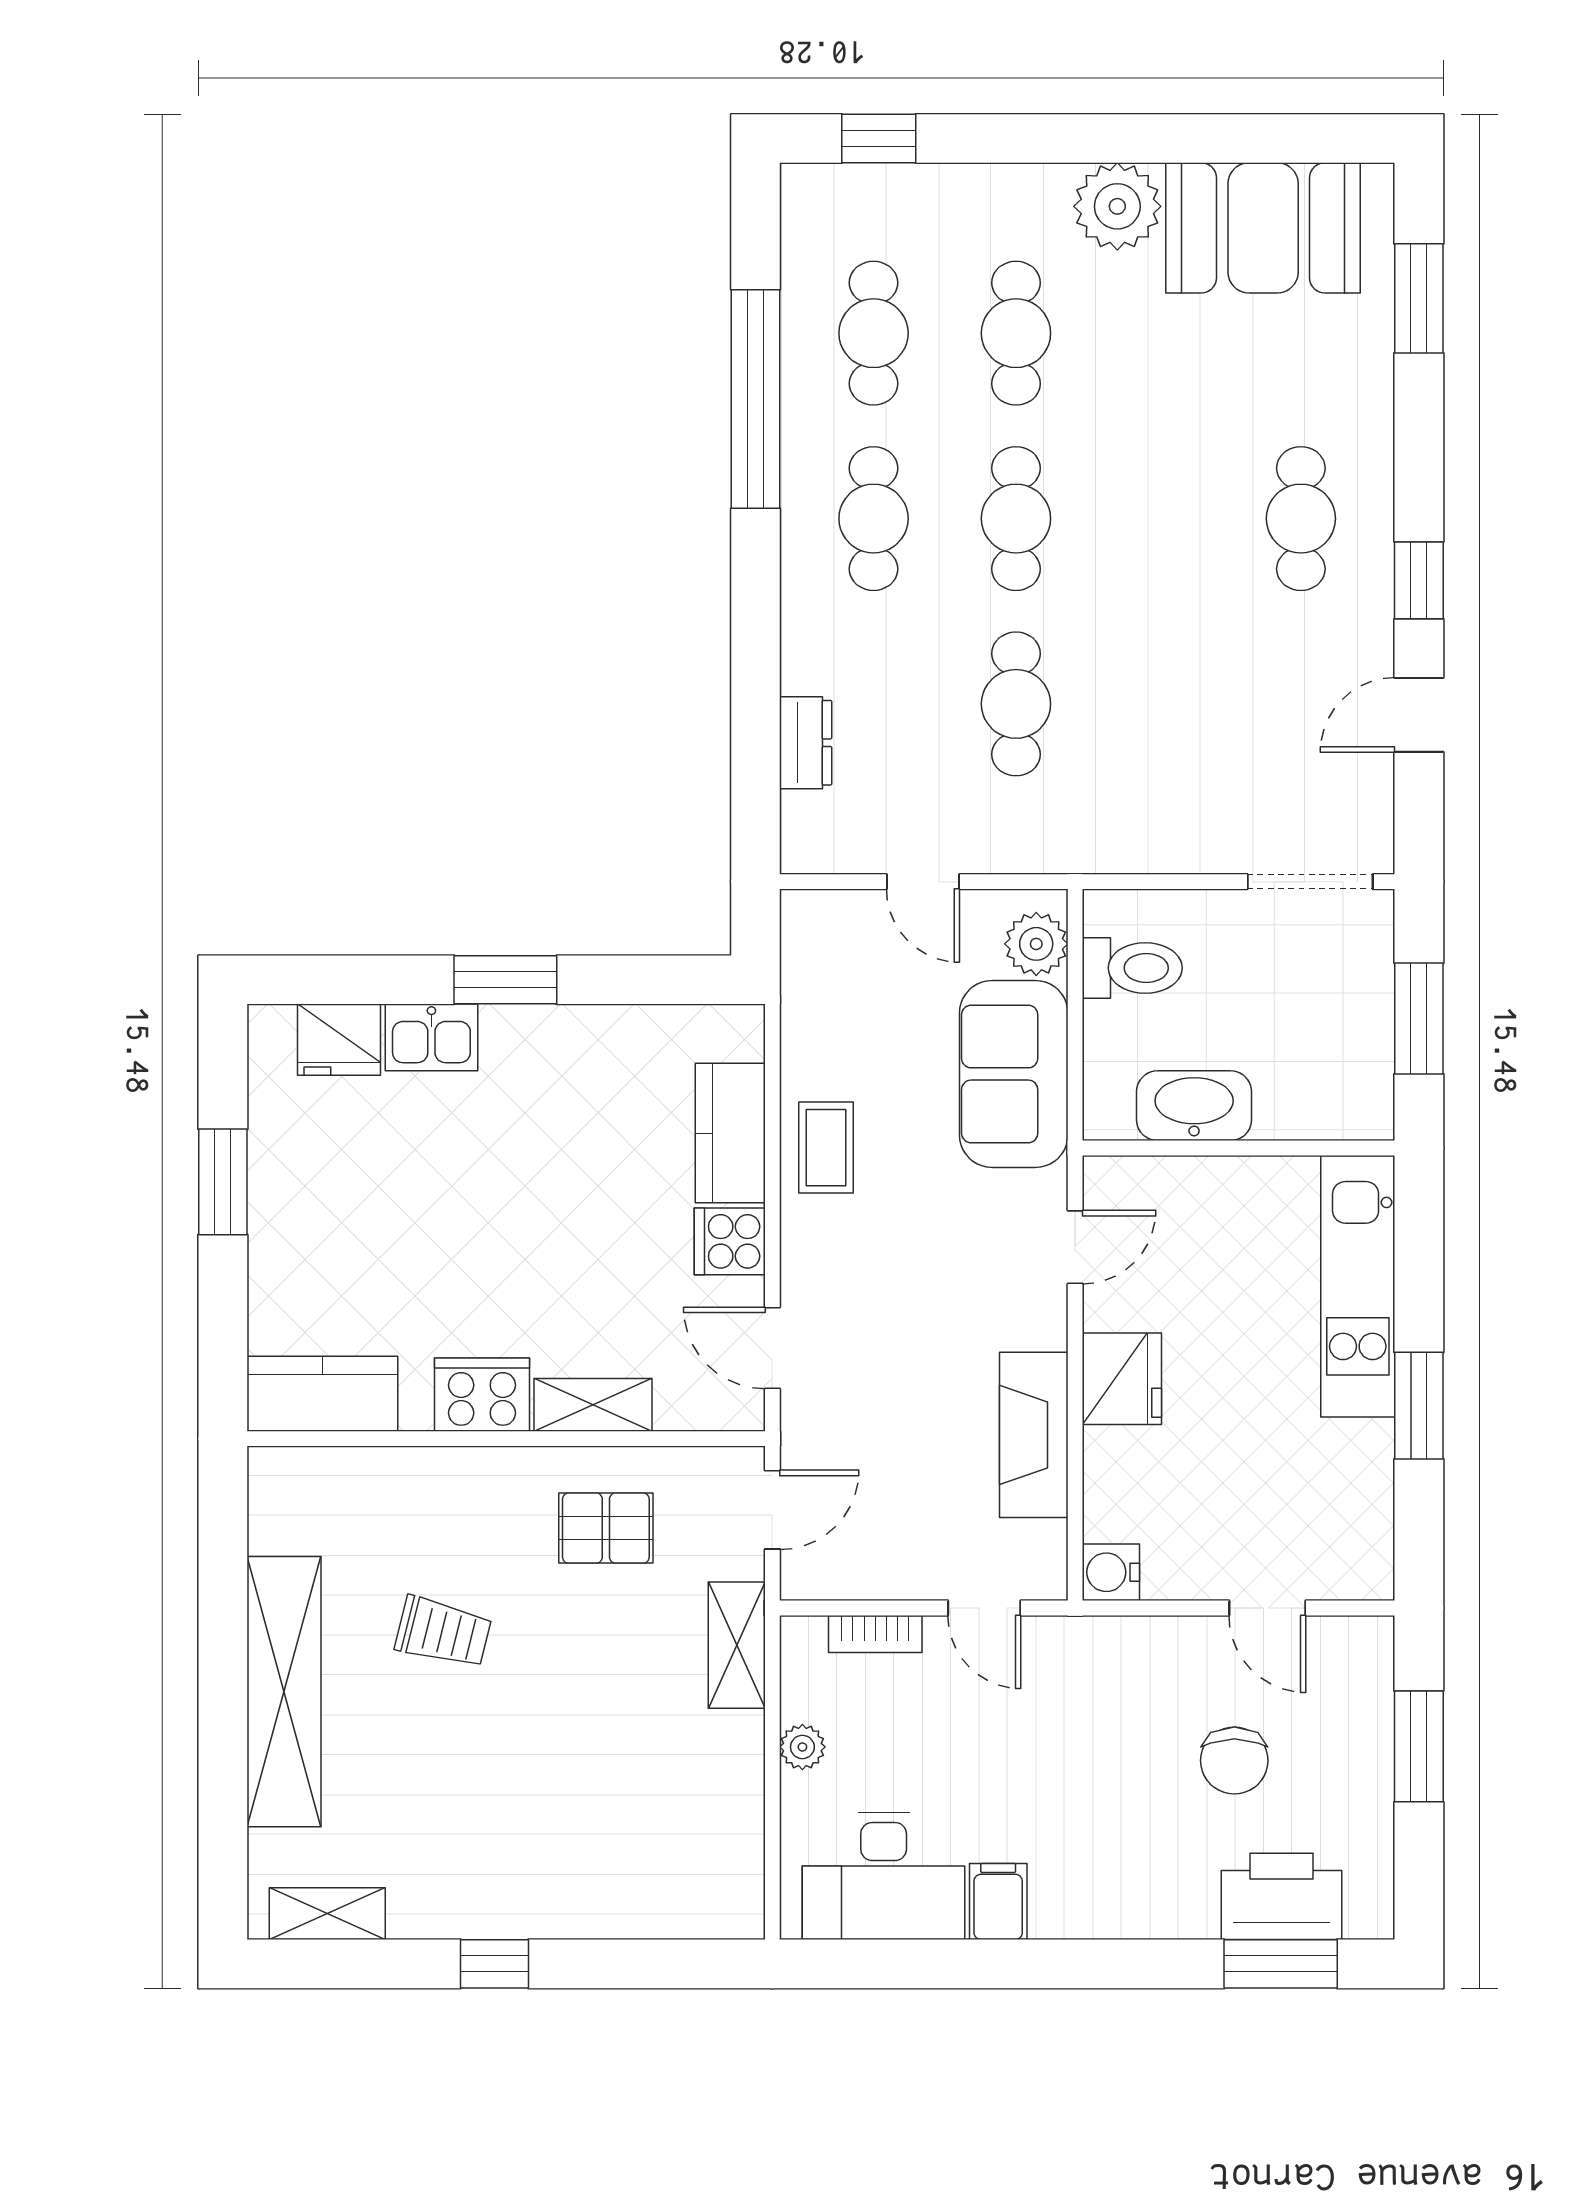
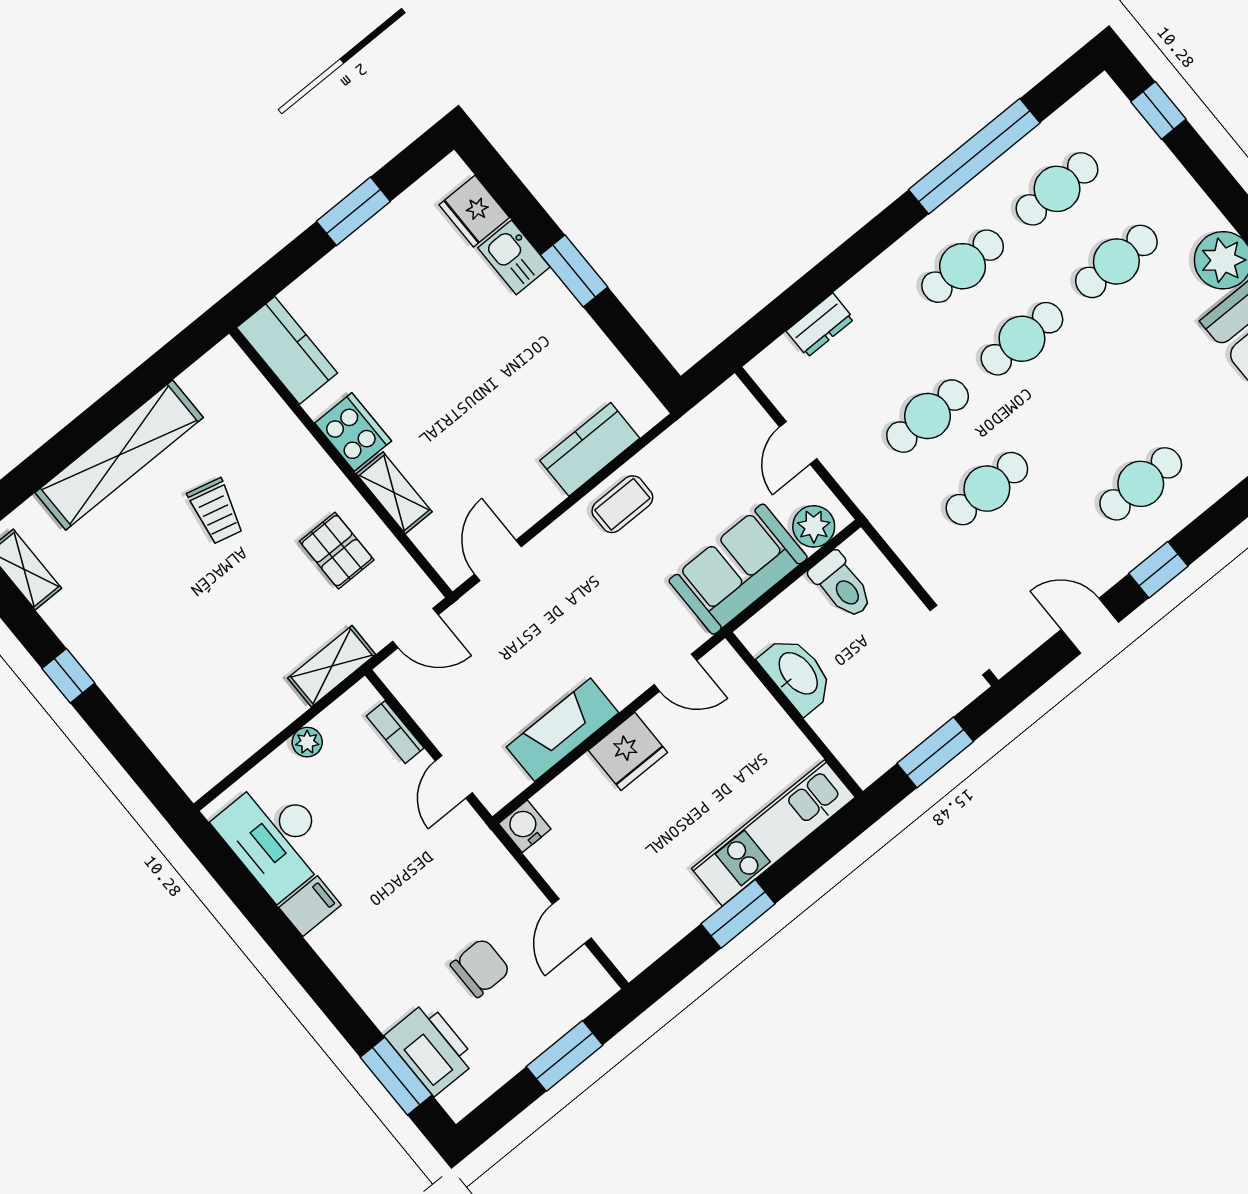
cafe table: (1158, 704) -> (987, 489), added
cooker: (730, 1241) -> (534, 494), removed
chair: (1234, 1761) -> (480, 968), turned 180

